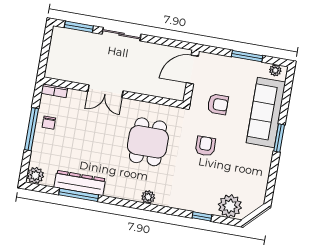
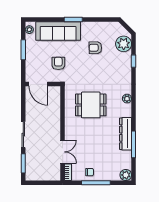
double door: (105, 91) -> (63, 152), moved
armchair: (205, 146) -> (95, 48), moved
dresser: (80, 183) -> (126, 134), moved

